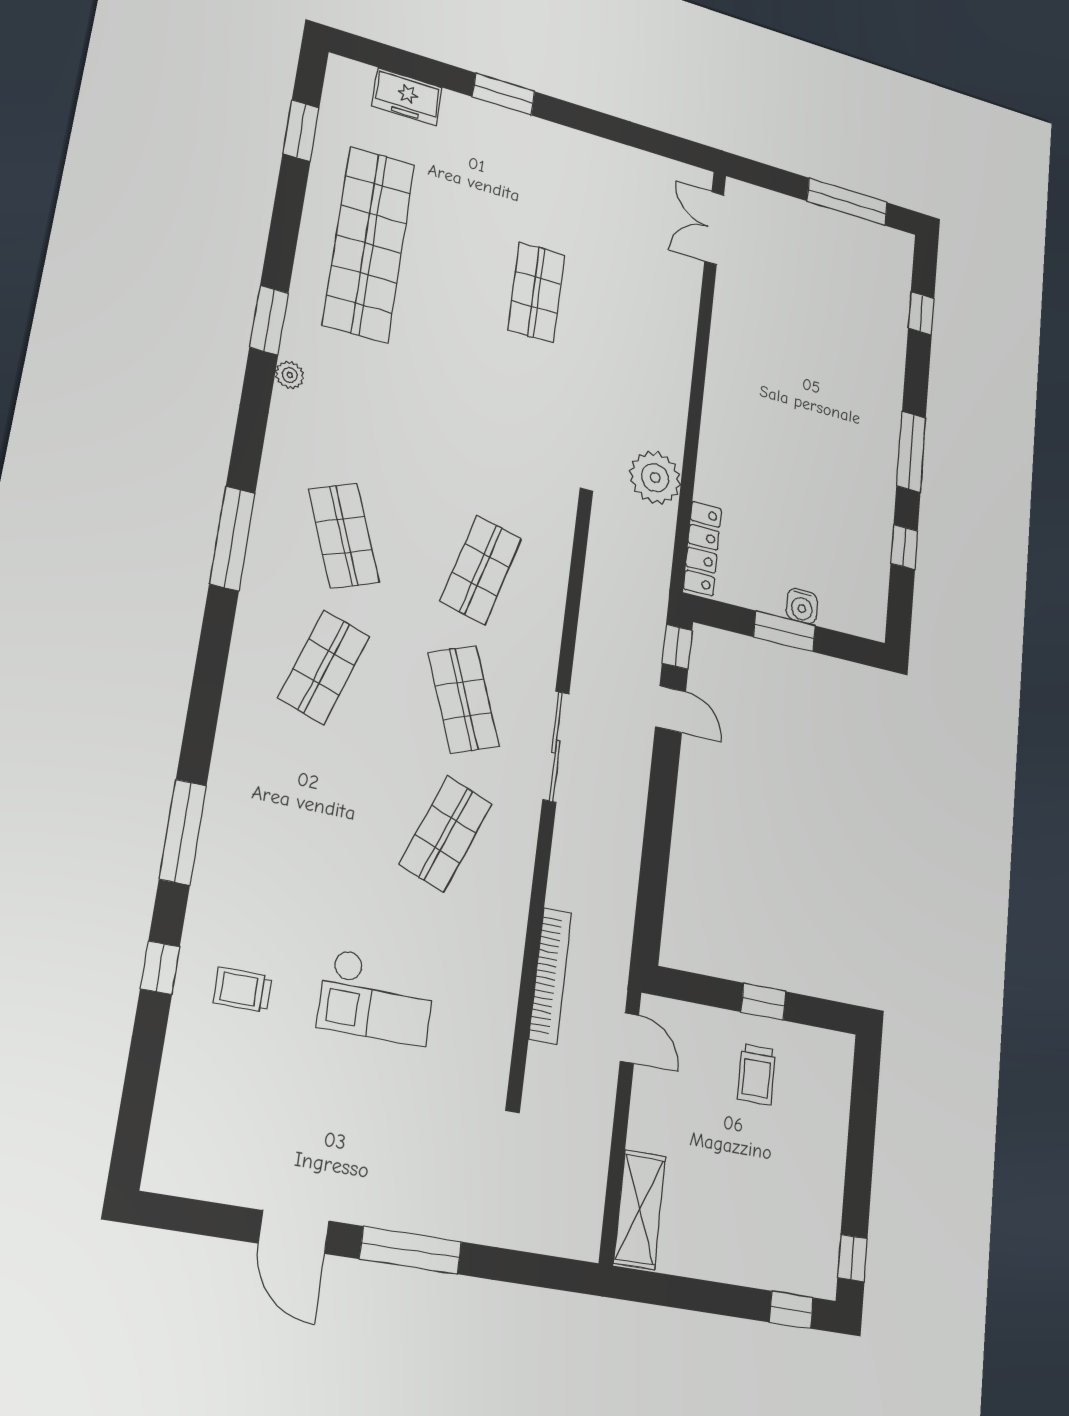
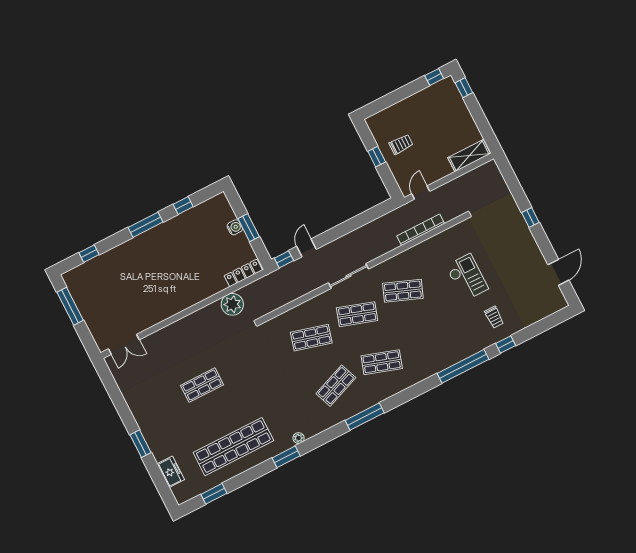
shop shelf: (464, 699) -> (357, 314), turned 39
window: (183, 832) -> (463, 366), width x1.46
door: (294, 1232) -> (558, 272), moved
window: (411, 1250) -> (530, 217), width x0.46

